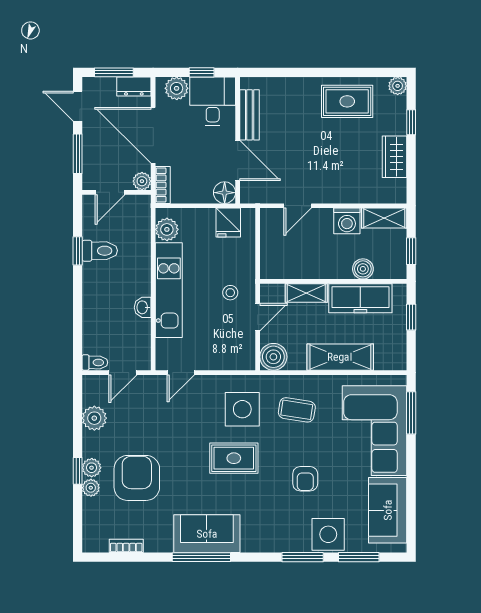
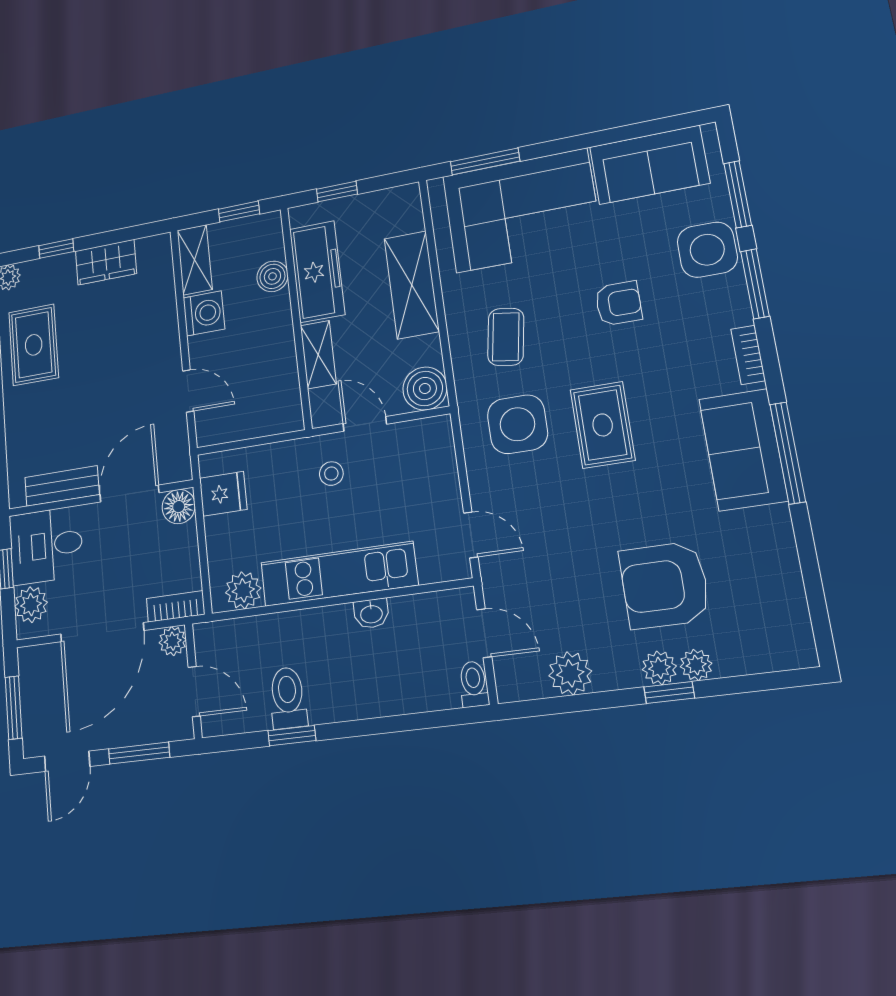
dresser: (134, 86) -> (32, 673), removed
bookcase: (126, 546) -> (748, 355), moved

